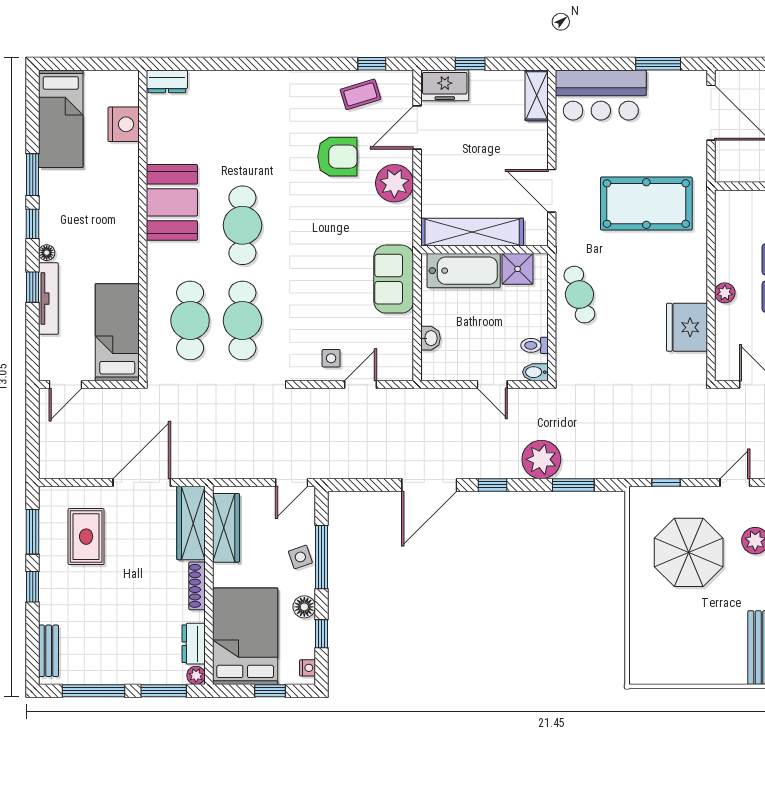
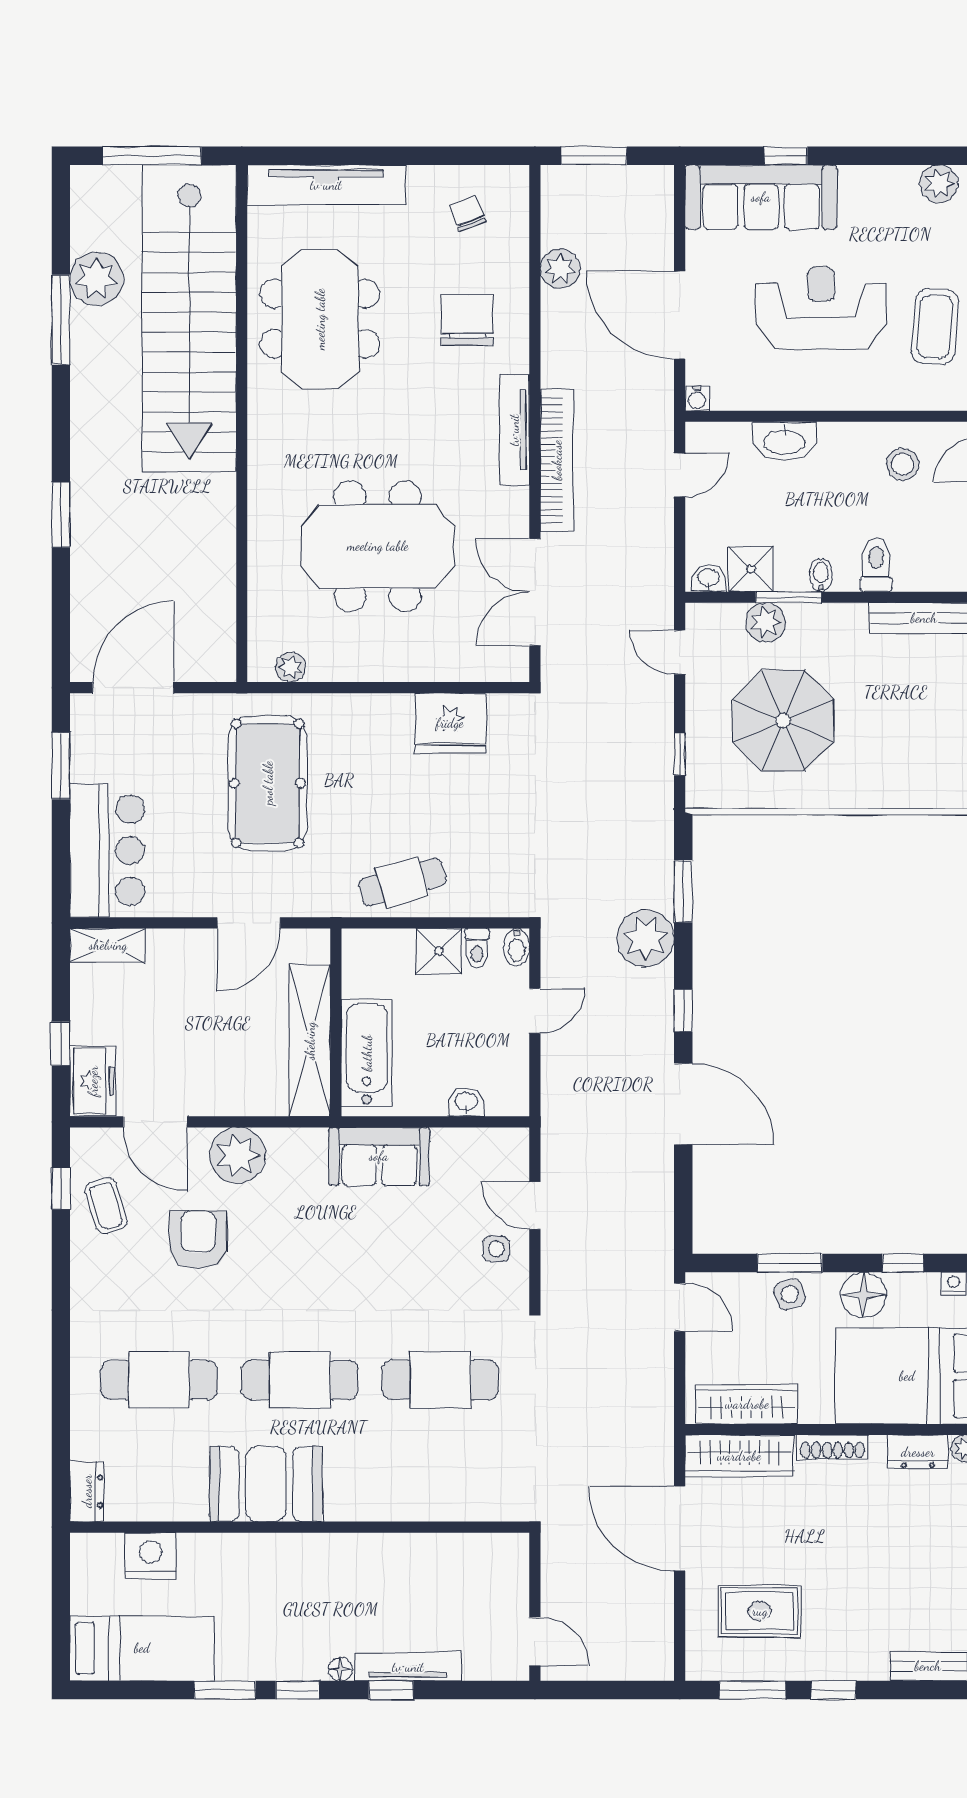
shower: (518, 269) -> (439, 951), moved
plant: (725, 293) -> (291, 667), moved
cafe table: (190, 320) -> (159, 1380), moved
bed: (117, 332) -> (458, 1565), removed
window: (322, 557) -> (790, 1263), width x0.69
floor lamp: (304, 607) -> (863, 1295), width x1.38, depth x1.38

